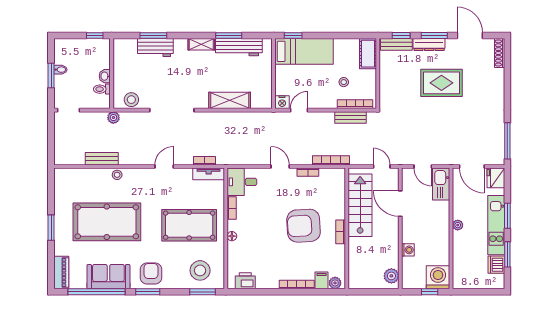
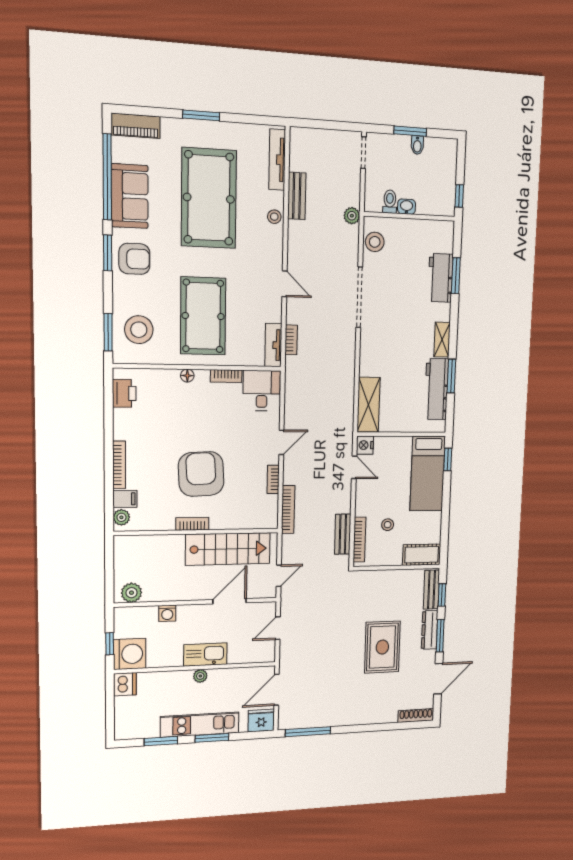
shelving: (230, 100) -> (368, 405), moved
tv unit: (77, 174) -> (277, 160), added
kitchen sink: (441, 184) -> (205, 655), moved
dishwasher: (496, 265) -> (125, 684), moved, turned 90

